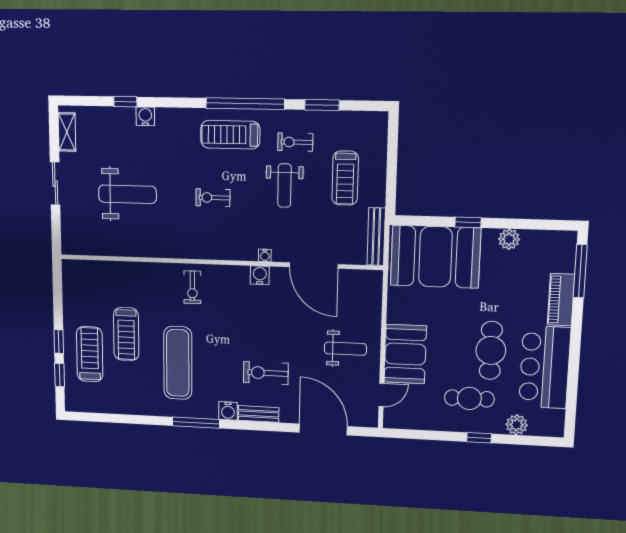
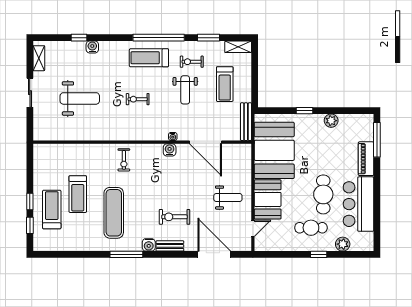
shelving: (368, 120) -> (238, 47), added
booth: (435, 257) -> (274, 150), moved, turned 90

